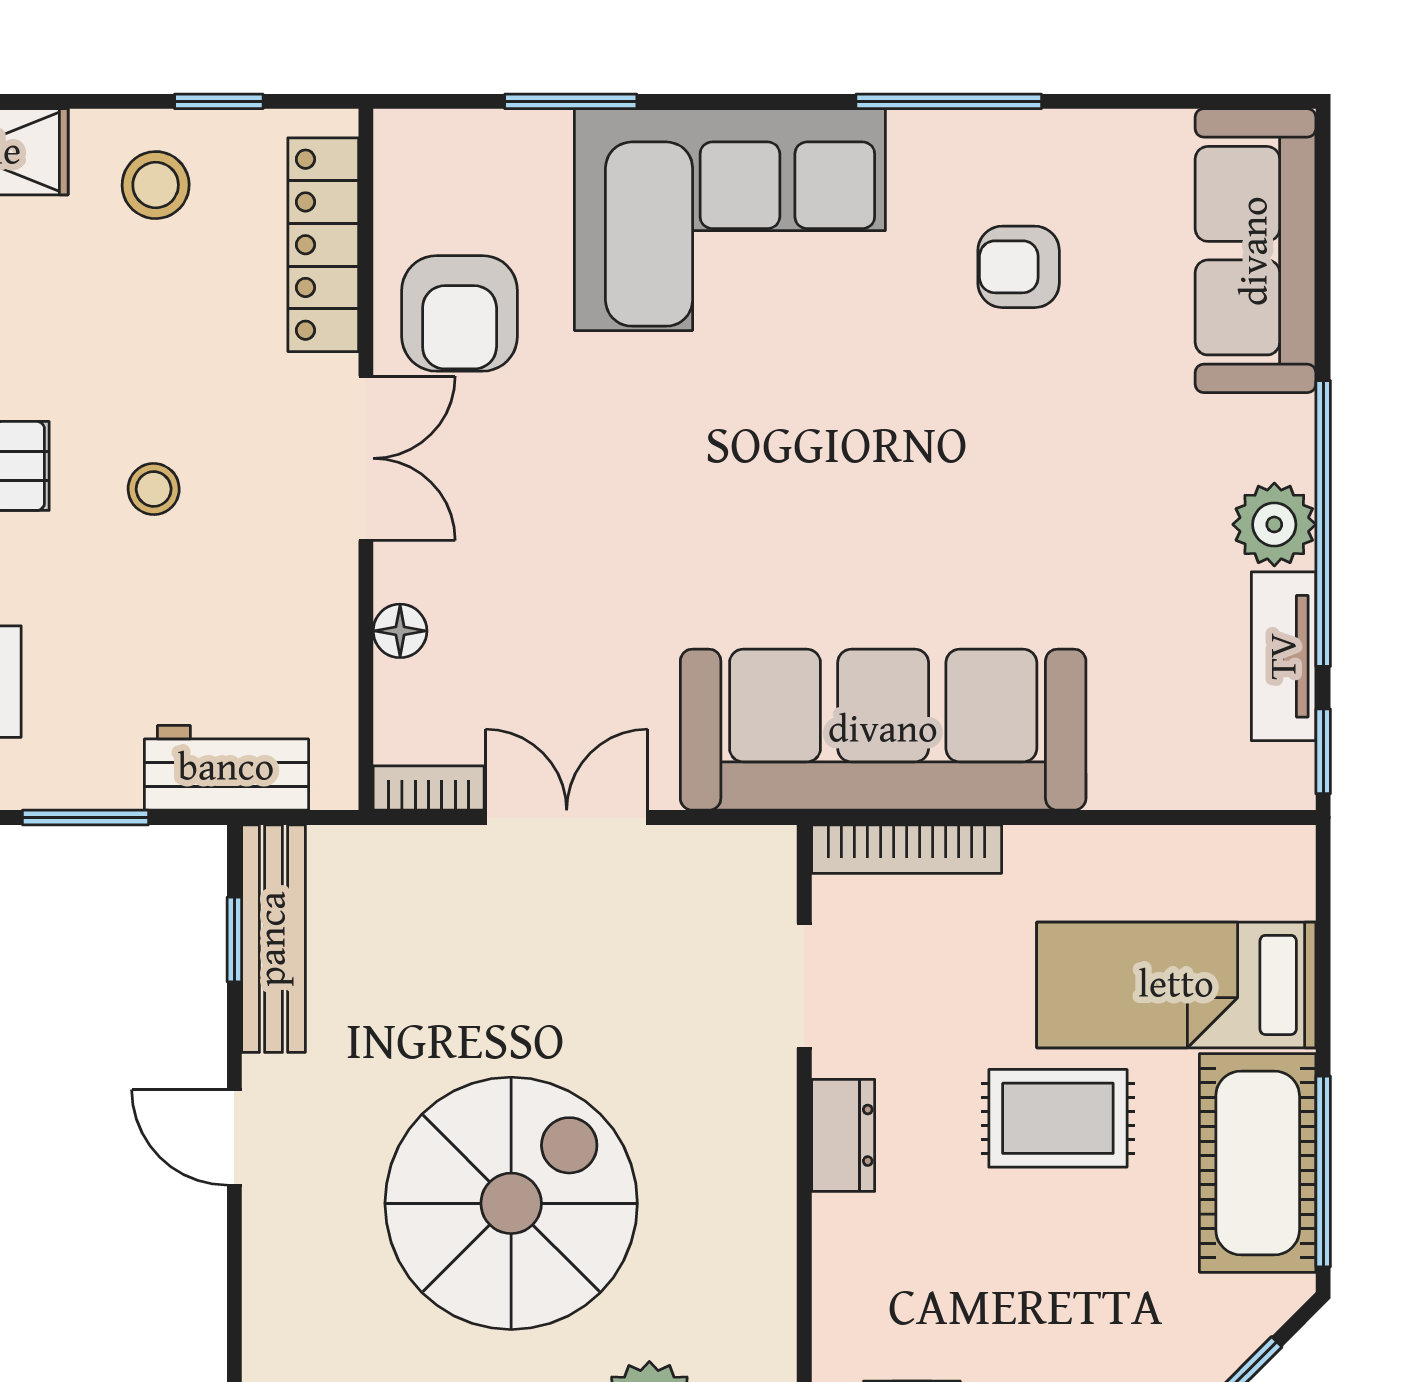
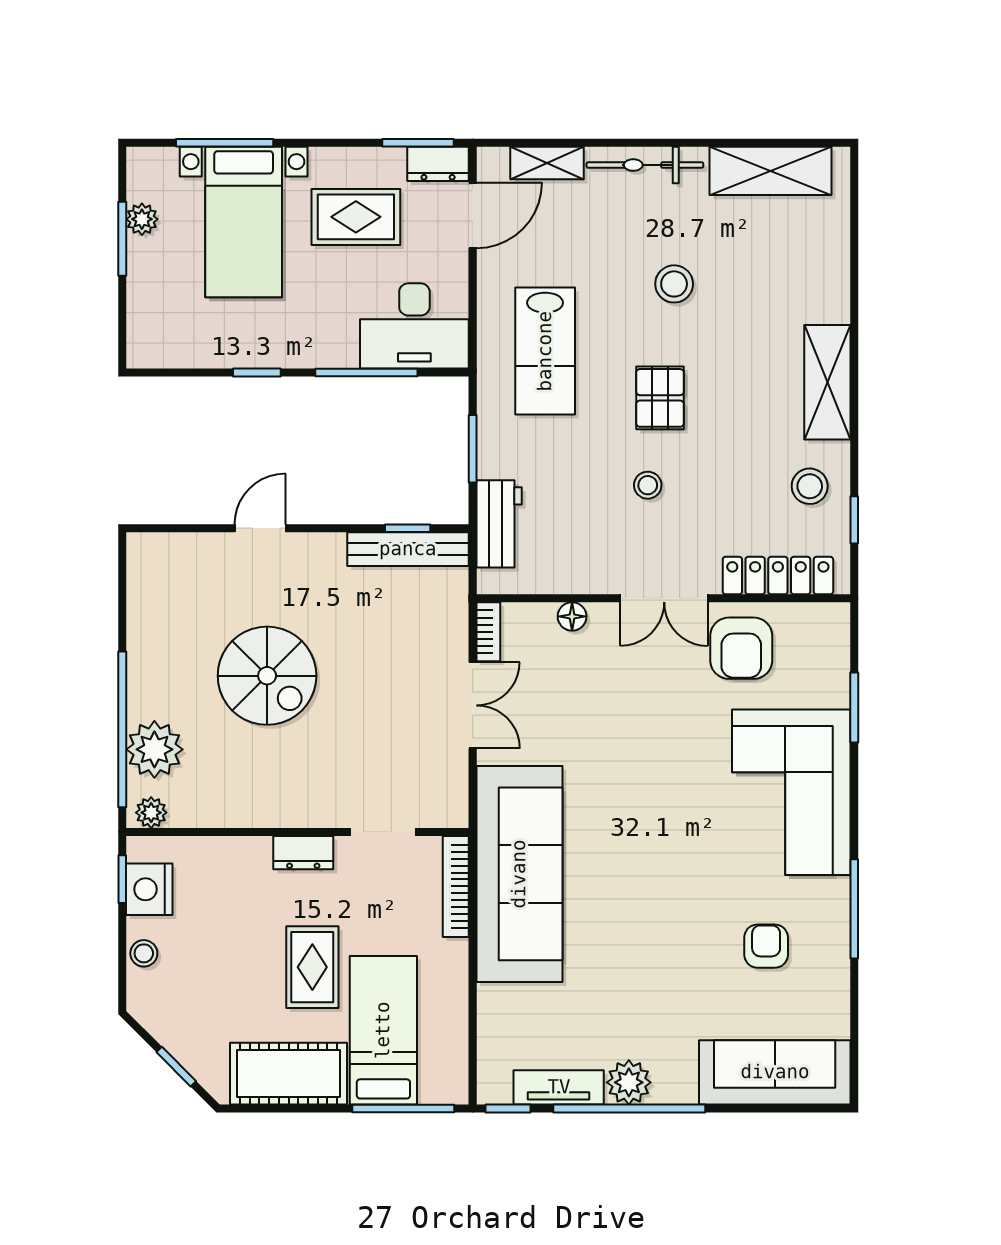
armchair: (460, 313) -> (741, 648), turned -90
door: (234, 1137) -> (260, 528), moved
window: (1323, 1171) -> (403, 1108), moved
spiral stairs: (511, 1203) -> (267, 676), width x0.73, depth x0.73

